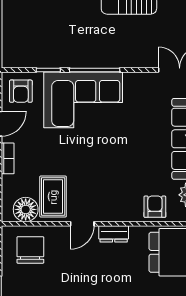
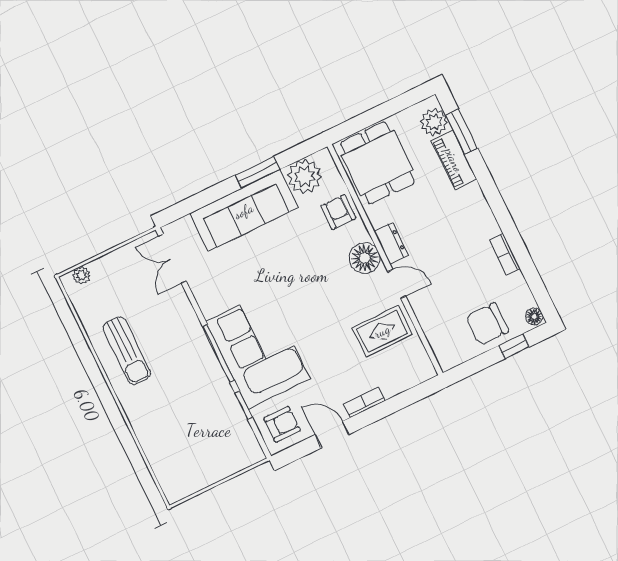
armchair: (155, 207) -> (338, 212), turned 90
floor lamp: (26, 209) -> (365, 258), moved
chair: (30, 250) -> (487, 324), moved

